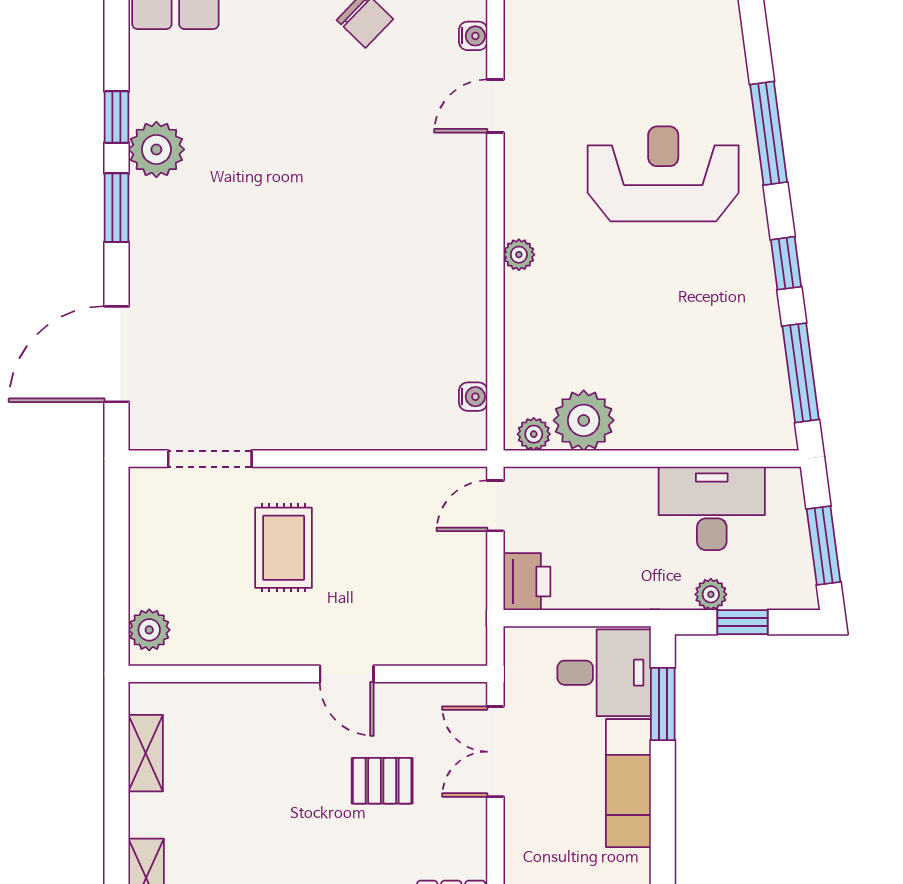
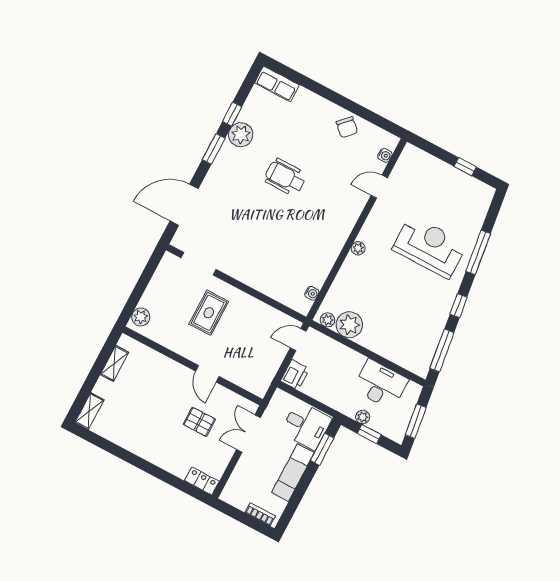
wheelchair: (293, 188) -> (285, 177), added

